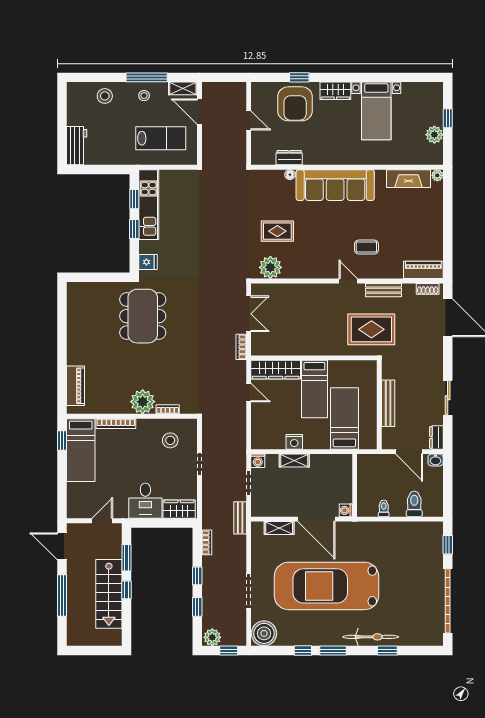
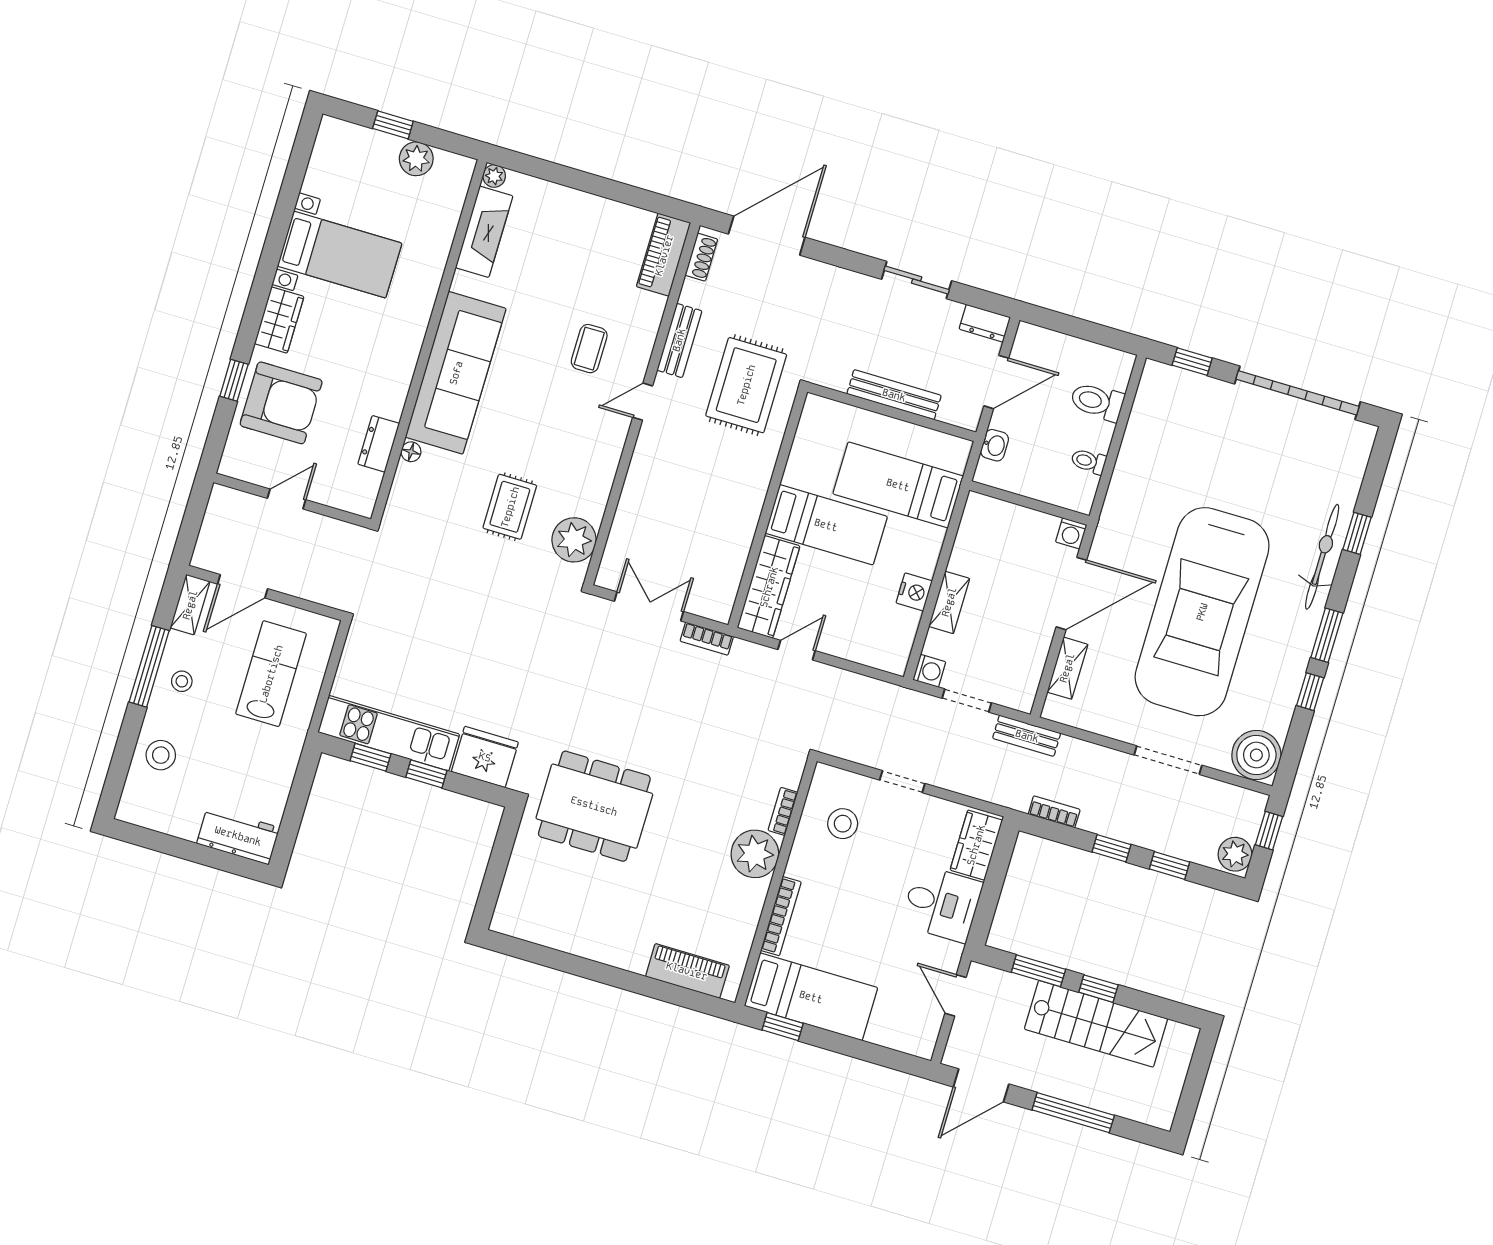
fridge: (148, 262) -> (485, 757), width x1.88, depth x1.34
washbasin: (436, 460) -> (995, 445), moved

